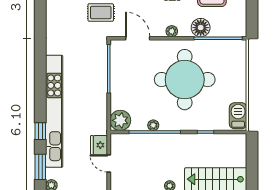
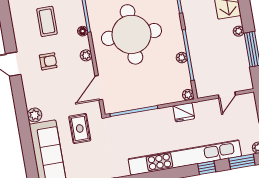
floor lamp: (201, 28) -> (83, 31), width x0.53, depth x0.53
plant: (120, 120) -> (188, 95), width x0.53, depth x0.53
fridge: (99, 145) -> (184, 112), moved

